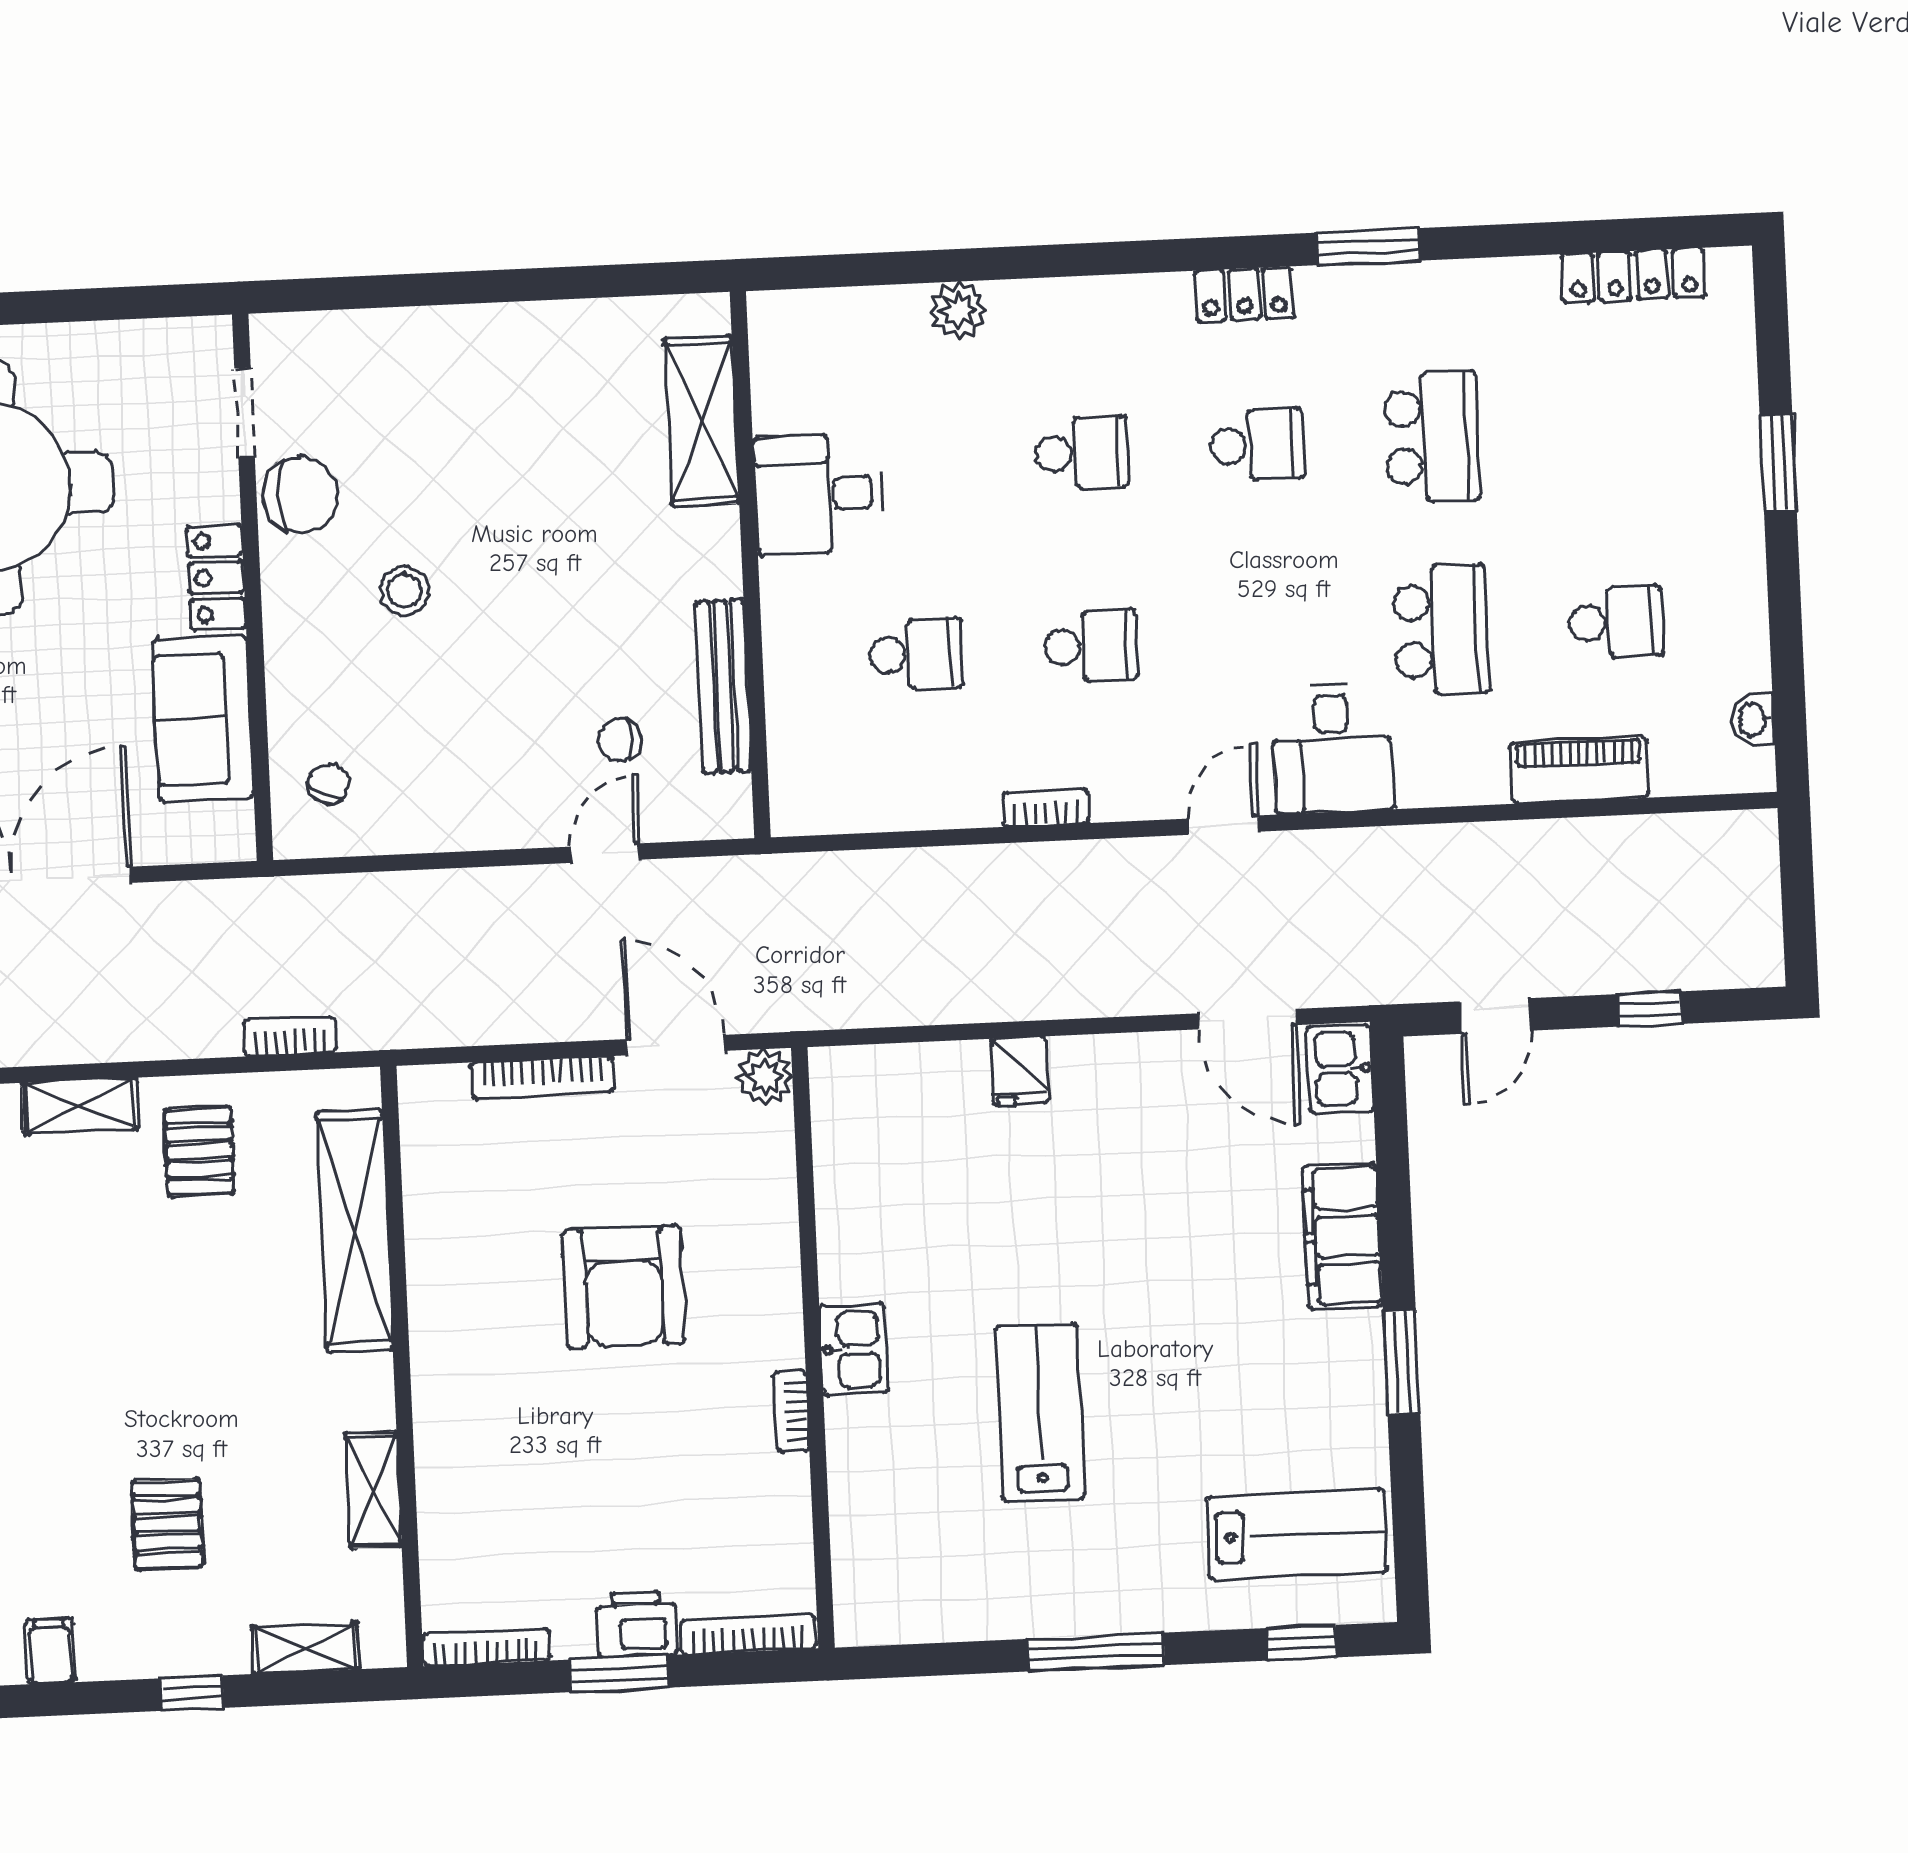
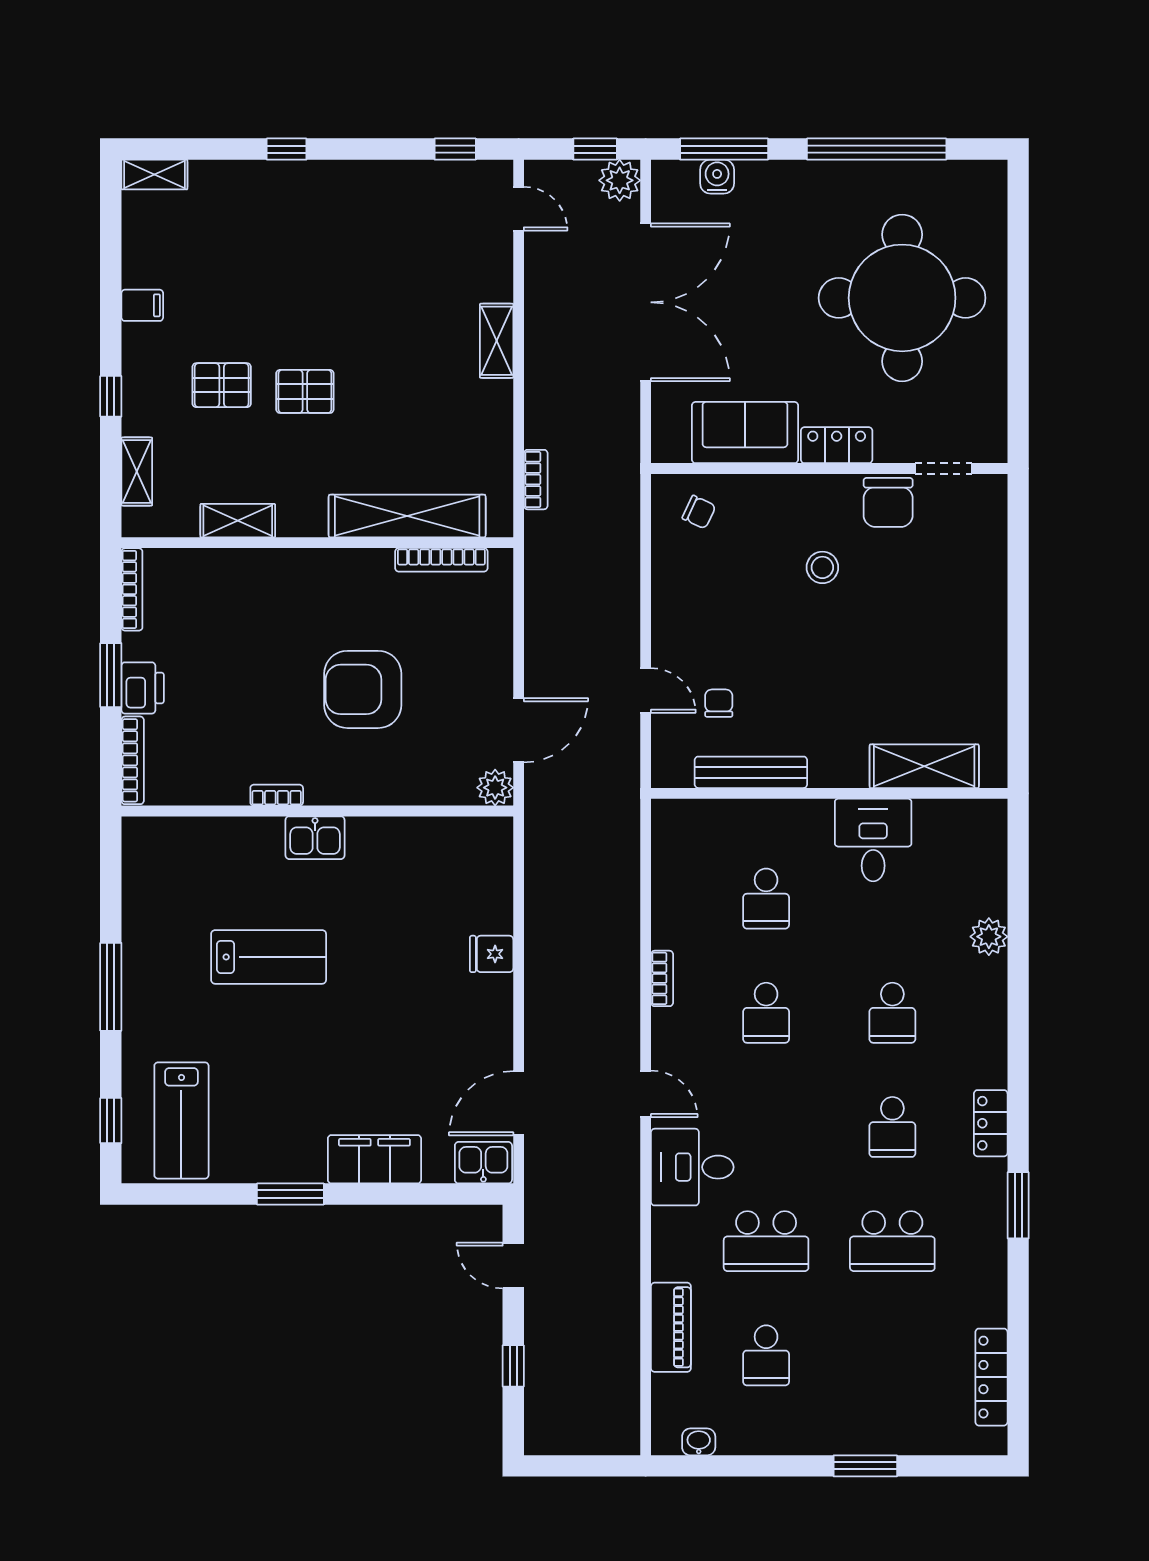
bookcase: (542, 1077) -> (441, 560), moved, turned -90
pallet: (199, 1151) -> (305, 391), moved

